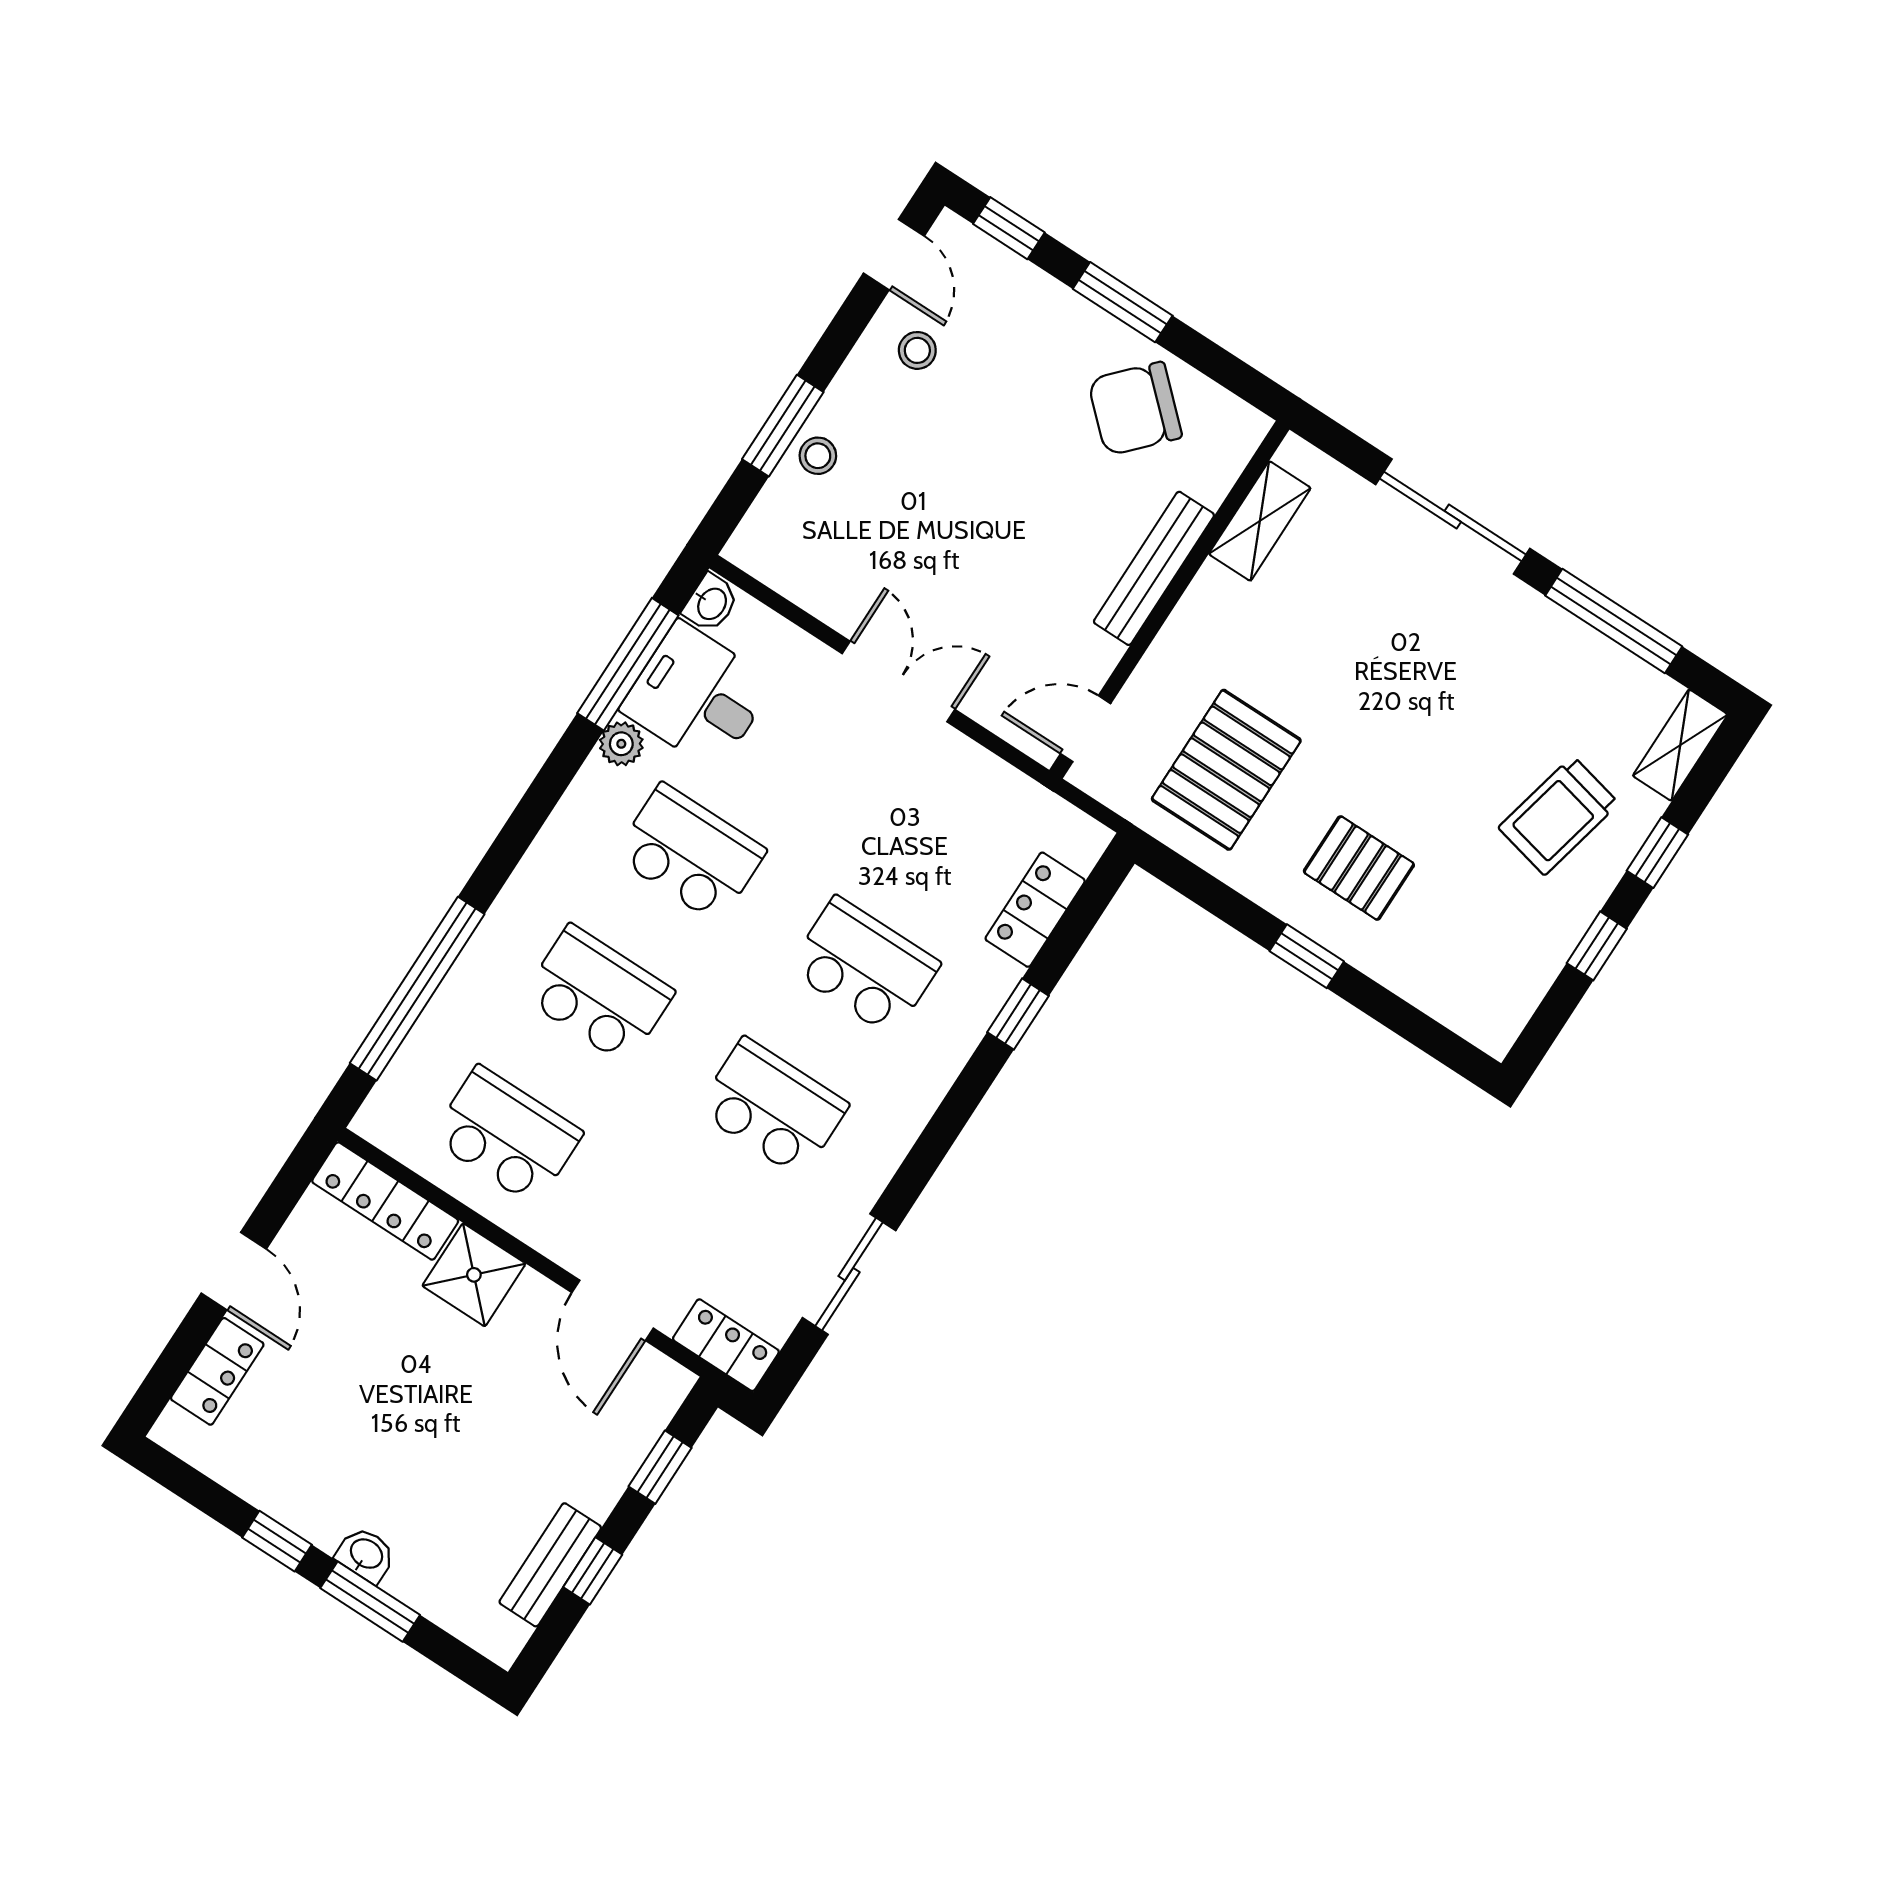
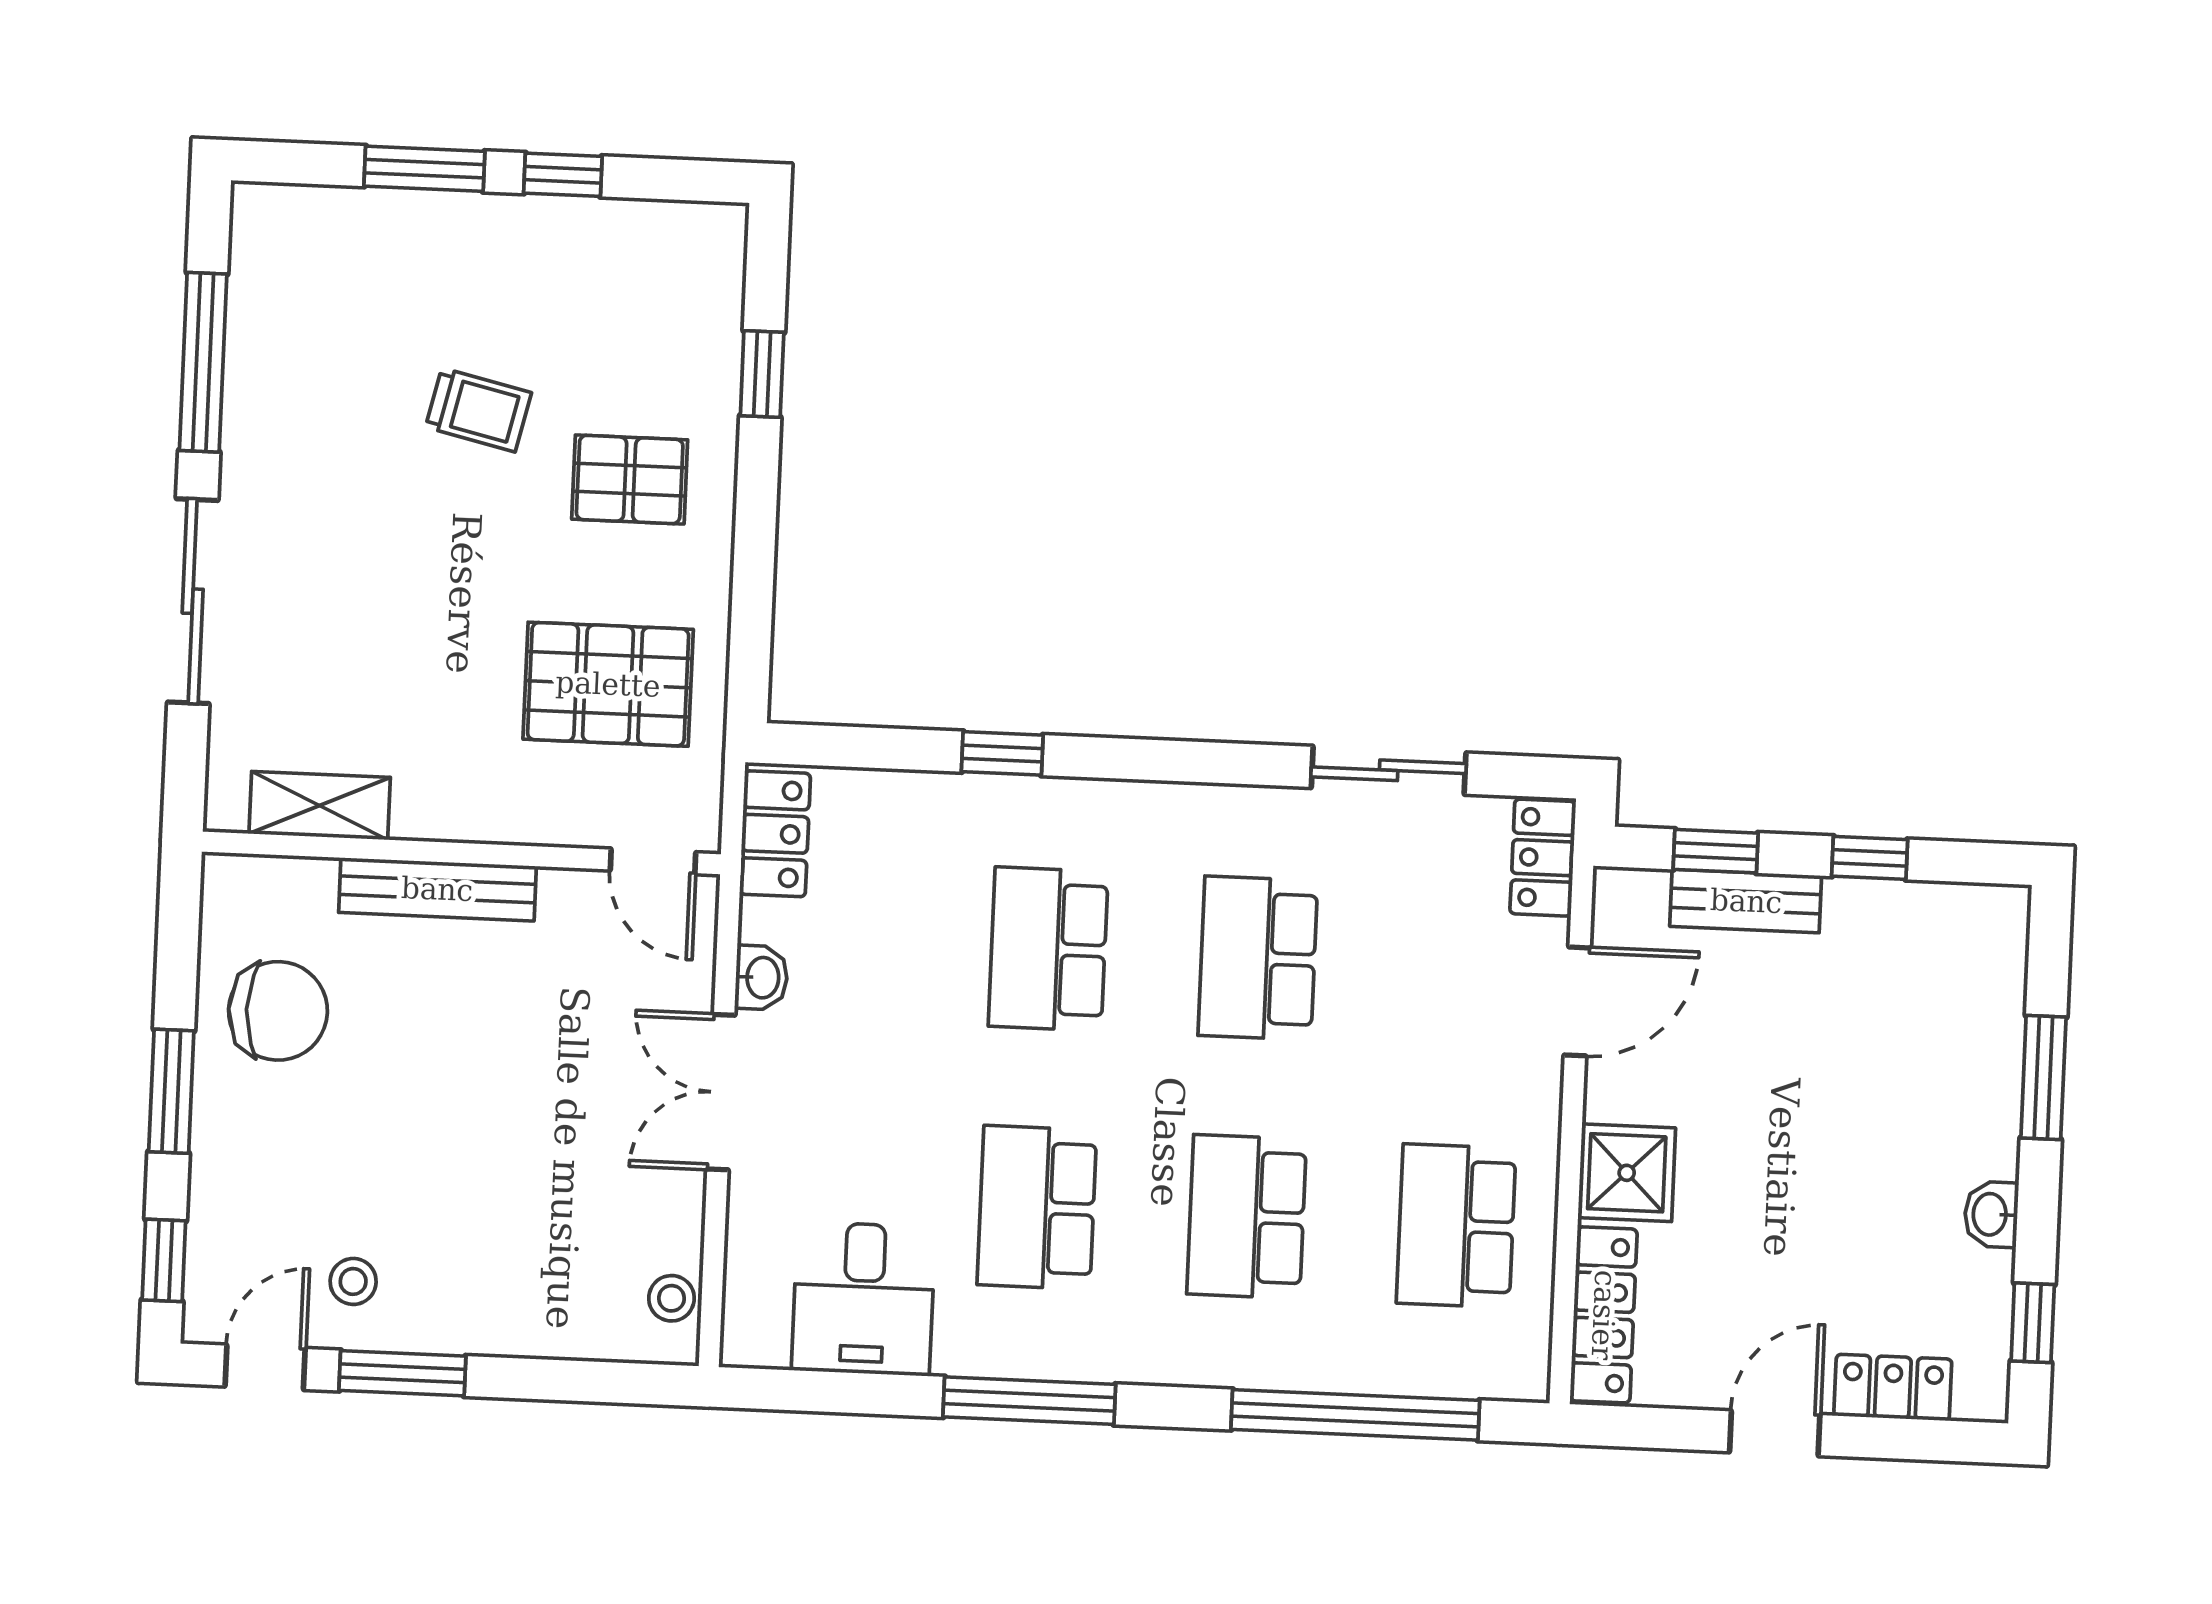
chair: (1135, 409) -> (278, 1011), turned -43
window: (783, 426) -> (402, 1373), moved
stool: (818, 456) -> (672, 1298), moved
washbasin: (711, 603) -> (761, 978), moved, turned 90
window: (628, 664) -> (1029, 1401), moved
plant: (621, 744) -> (963, 1350), removed
shelving: (1680, 745) -> (294, 212), removed
trolley: (1559, 816) -> (478, 410), moved, width x0.73, depth x0.72
window: (1657, 853) -> (424, 169), width x1.50
pallet: (1359, 868) -> (630, 480), turned 90
locker: (1035, 910) -> (775, 834), moved, turned -90
window: (1307, 956) -> (762, 374), moved
window: (277, 1541) -> (2033, 1323), moved
washbasin: (366, 1555) -> (1991, 1214), moved
bench: (550, 1565) -> (1746, 901), moved

